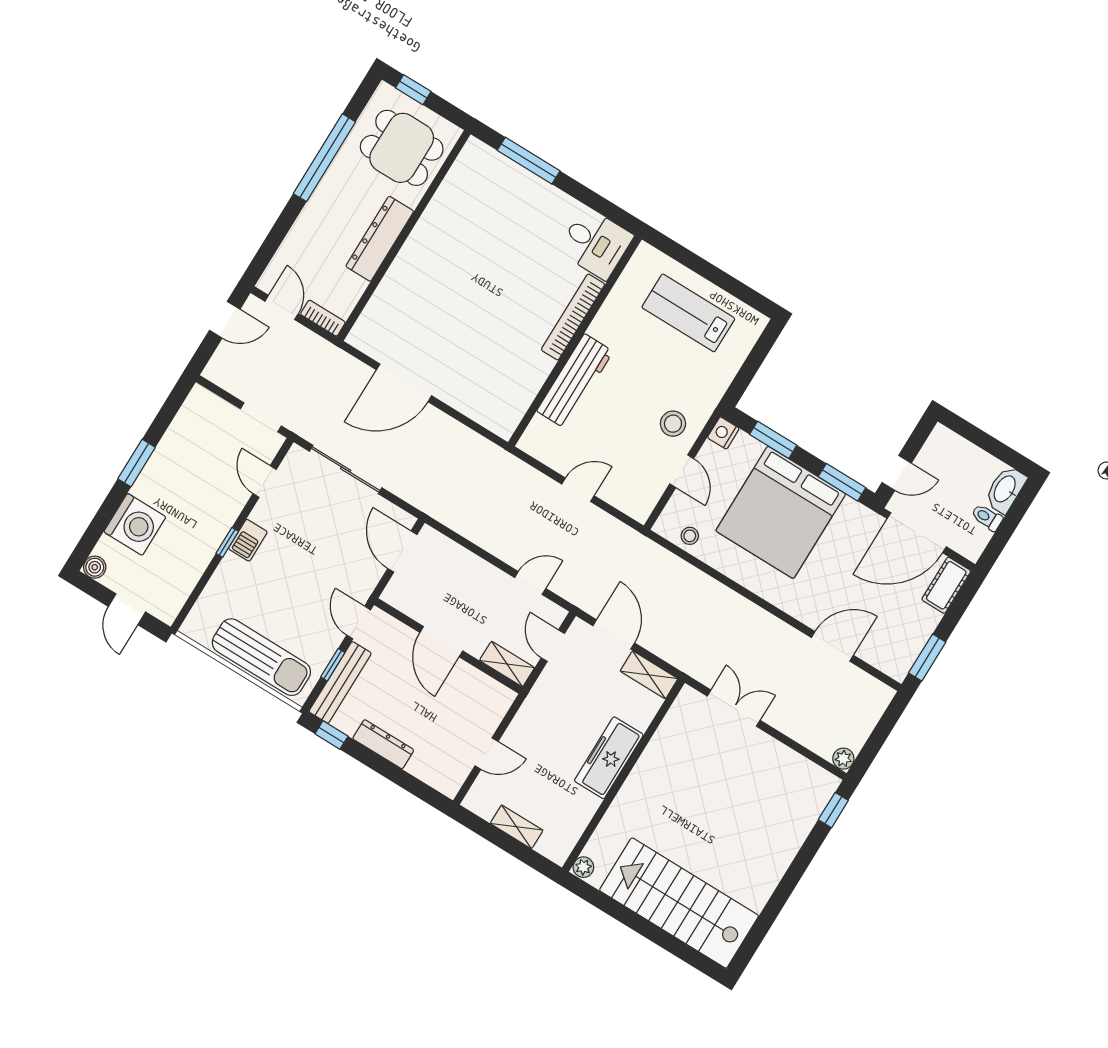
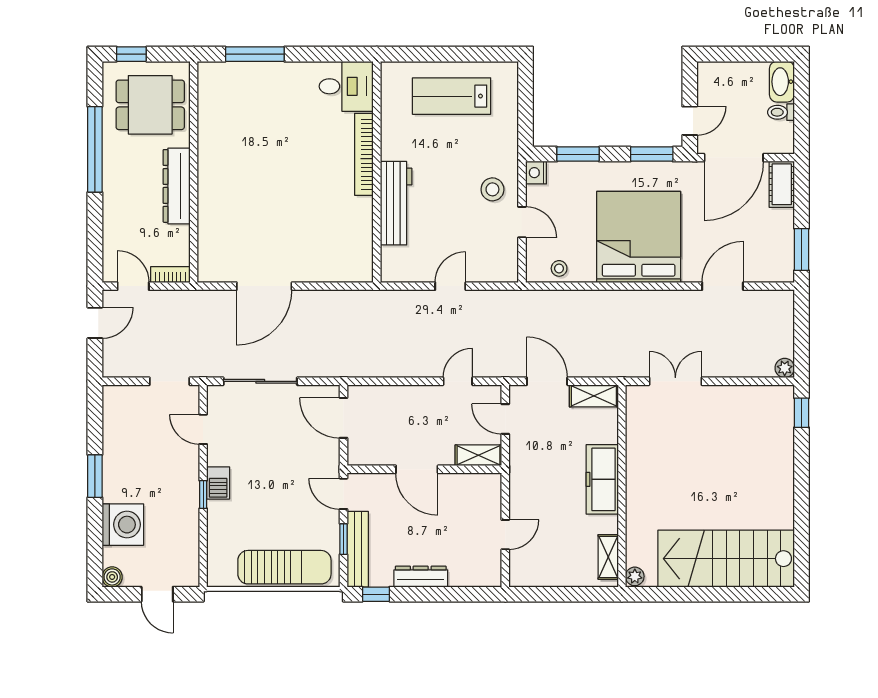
bed: (781, 512) -> (639, 237), moved, turned 180
shelving: (517, 827) -> (608, 557), moved, turned 90

